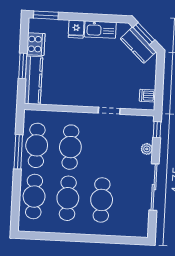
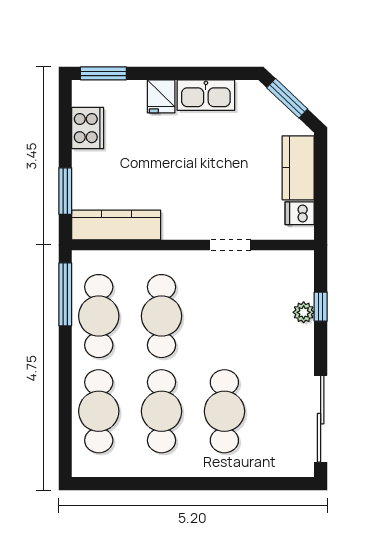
kitchen counter: (138, 45) -> (298, 168), moved, turned 47
window: (23, 66) -> (65, 191), moved
kitchen counter: (33, 80) -> (116, 225), moved, turned -90
window: (157, 130) -> (321, 307), moved
window: (18, 152) -> (65, 294), moved
sliding door: (154, 187) -> (321, 419), moved

